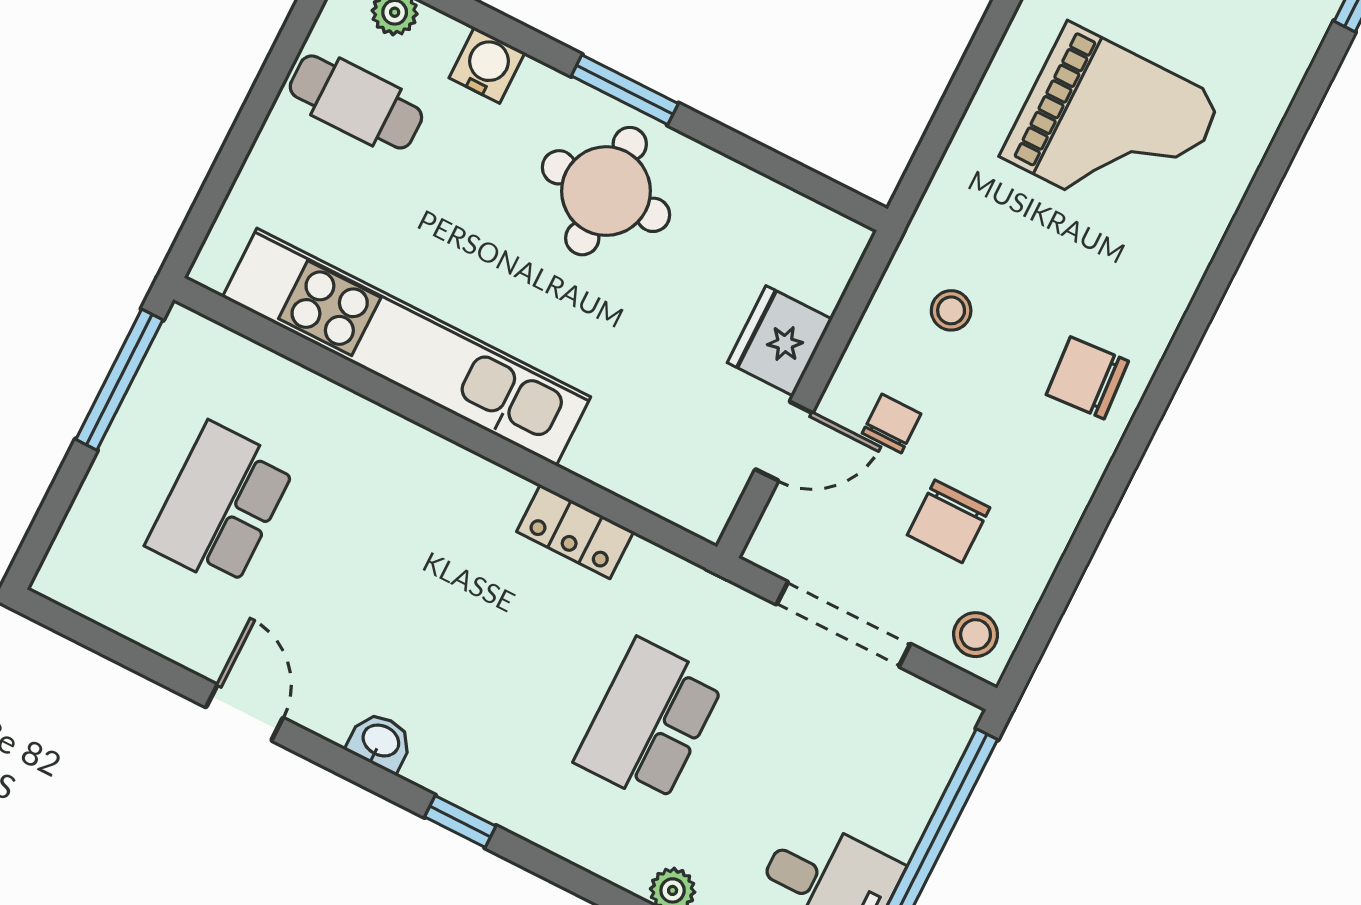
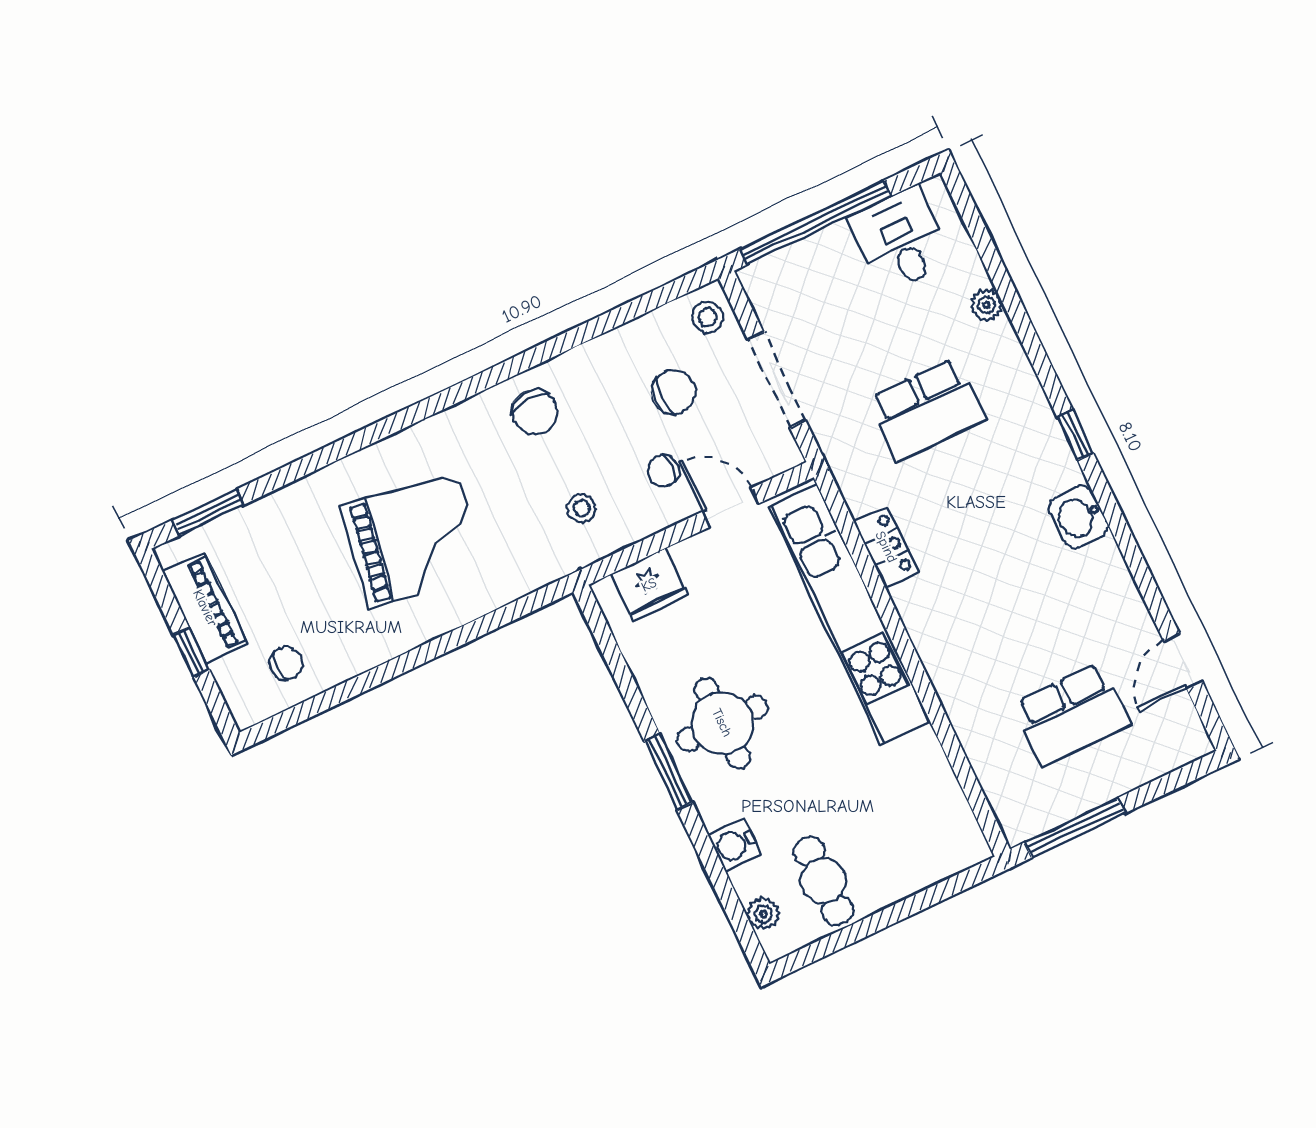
grand piano: (1112, 128) -> (414, 541), turned 100
fridge: (780, 341) -> (649, 585), moved
kitchen unit: (406, 347) -> (849, 614), moved
door: (244, 713) -> (1183, 661), moved
washbasin: (380, 742) -> (1079, 517), width x1.38, depth x1.45

